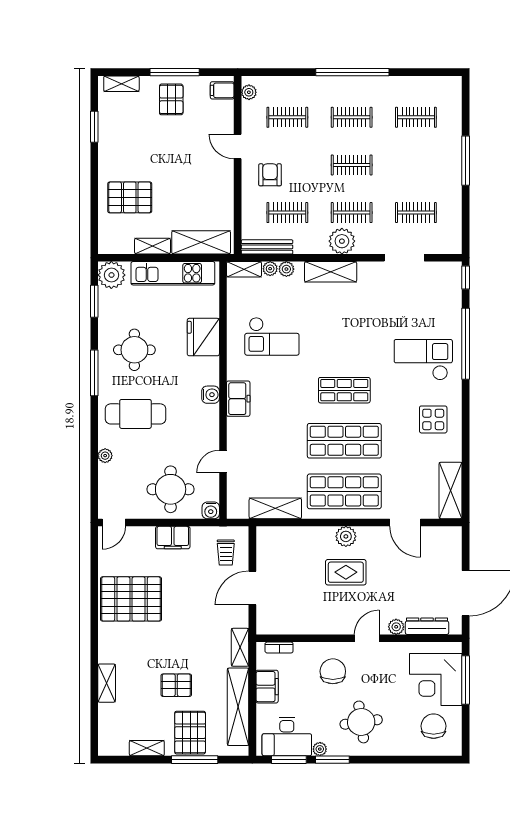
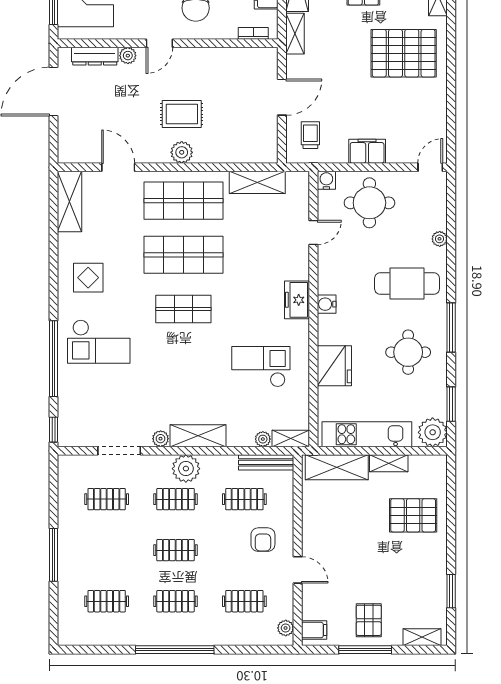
plant: (286, 269) -> (161, 439), moved
pallet: (131, 599) -> (404, 53), moved

